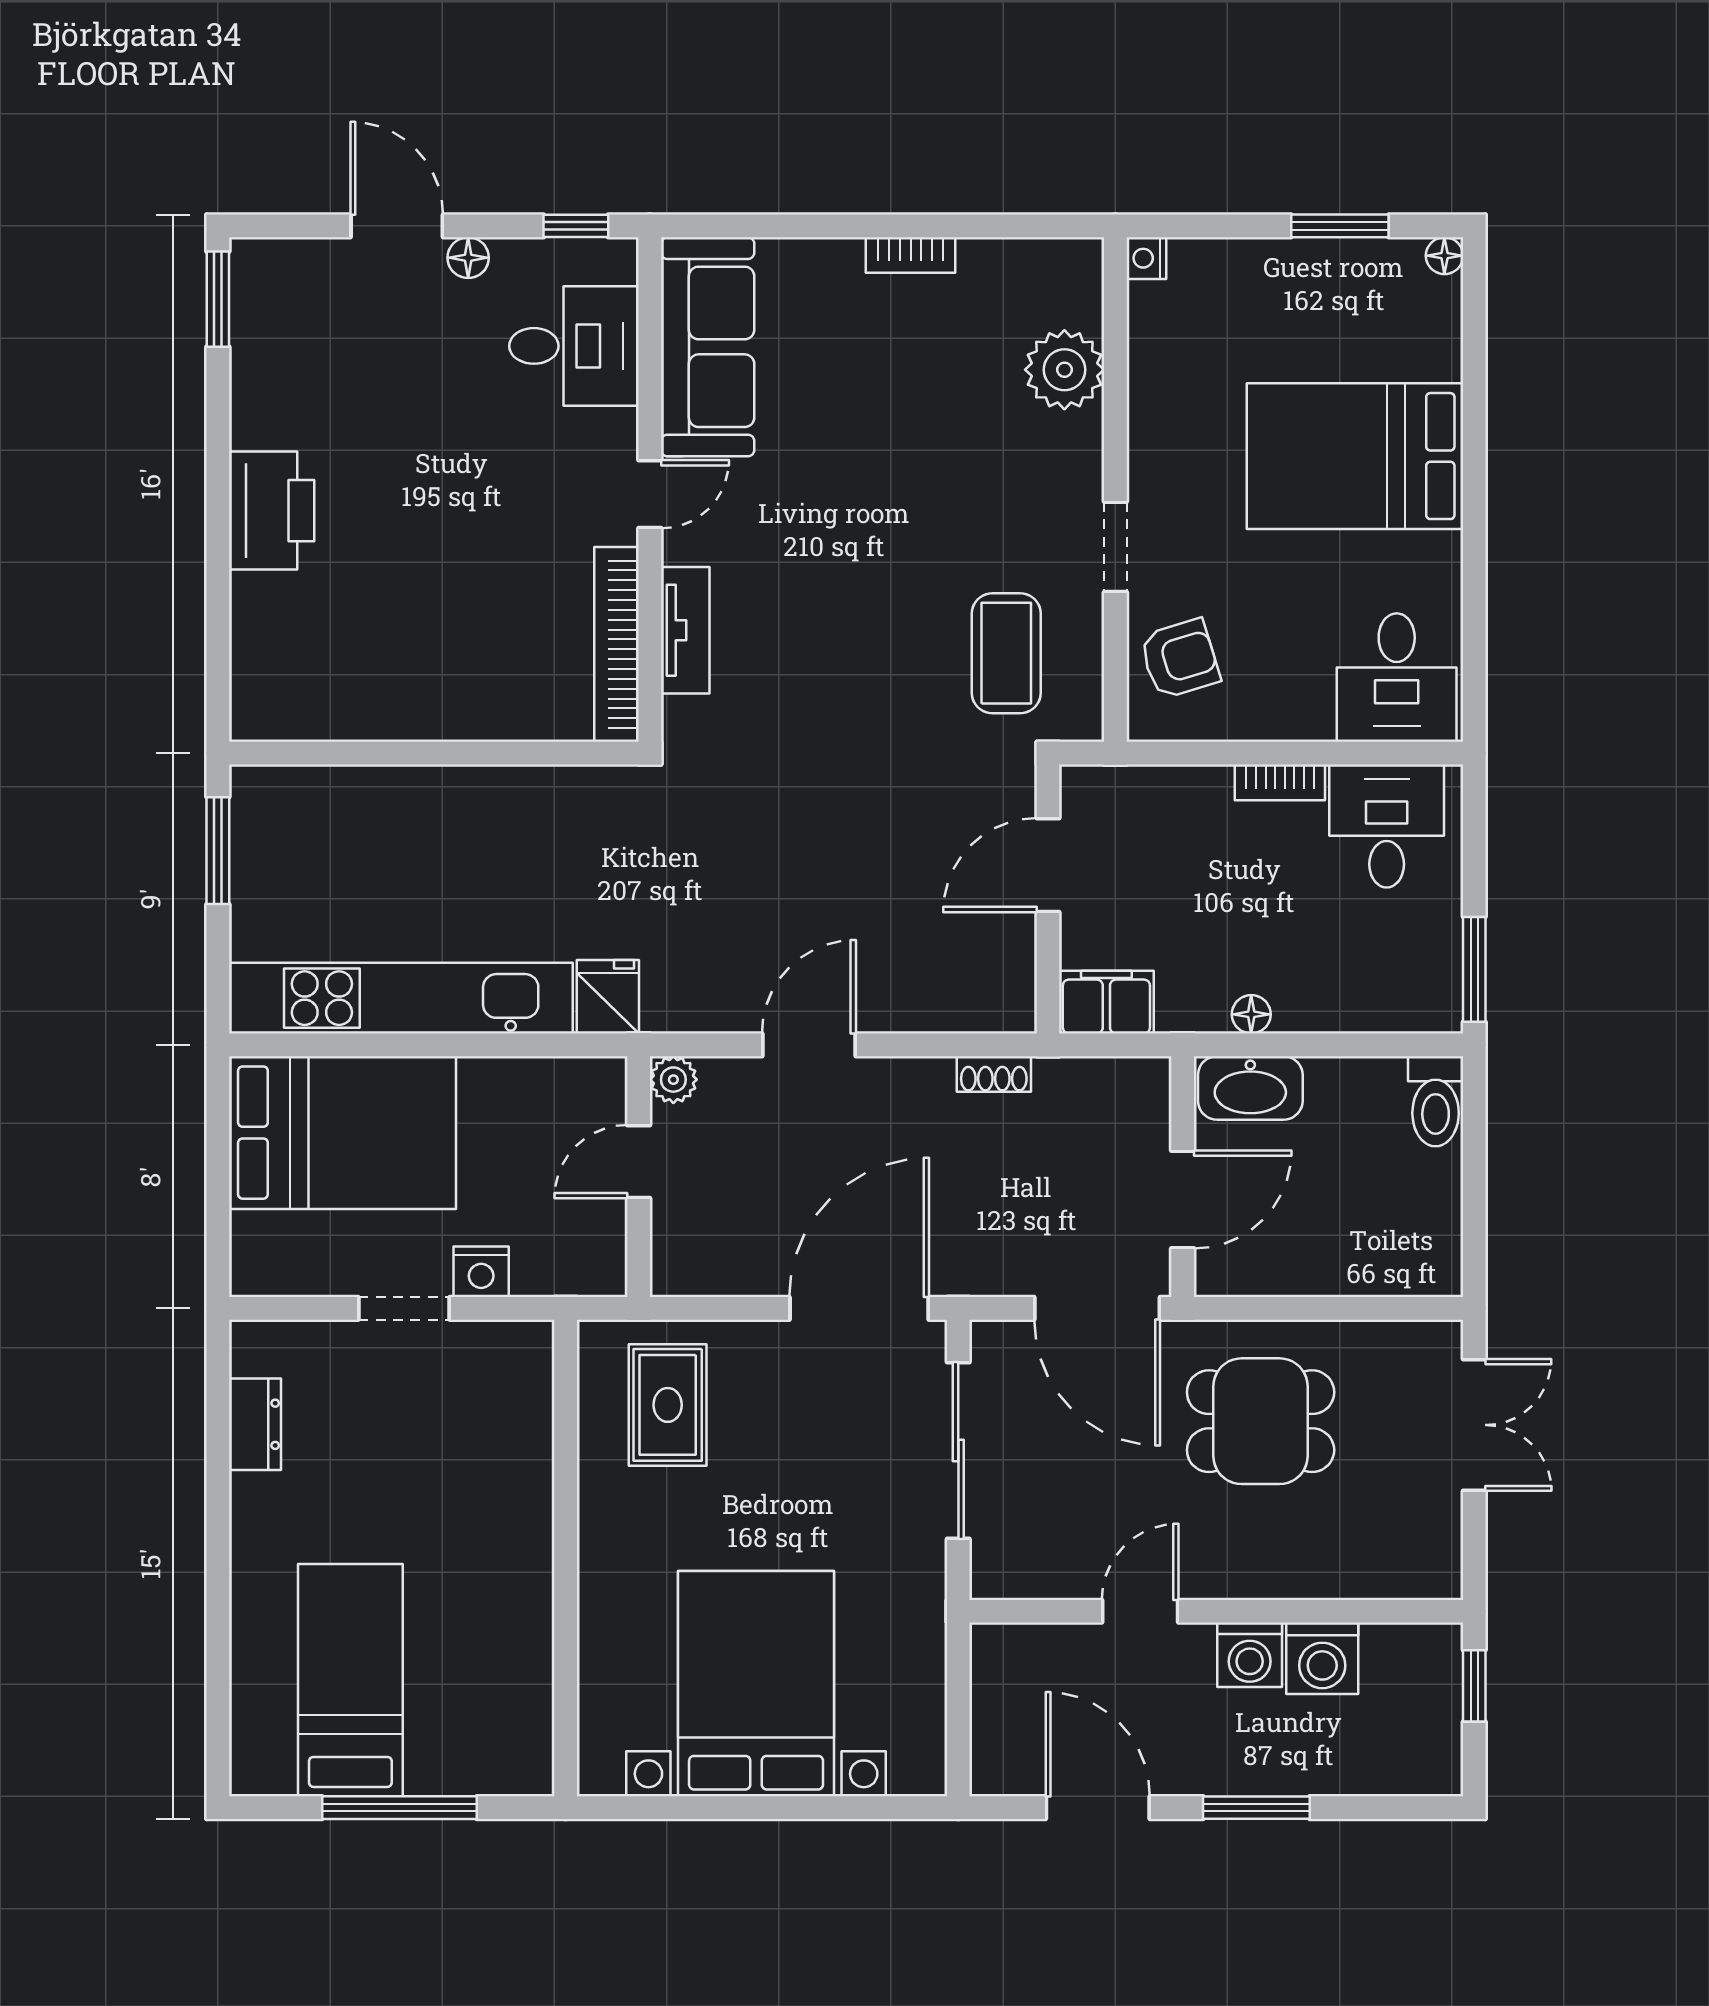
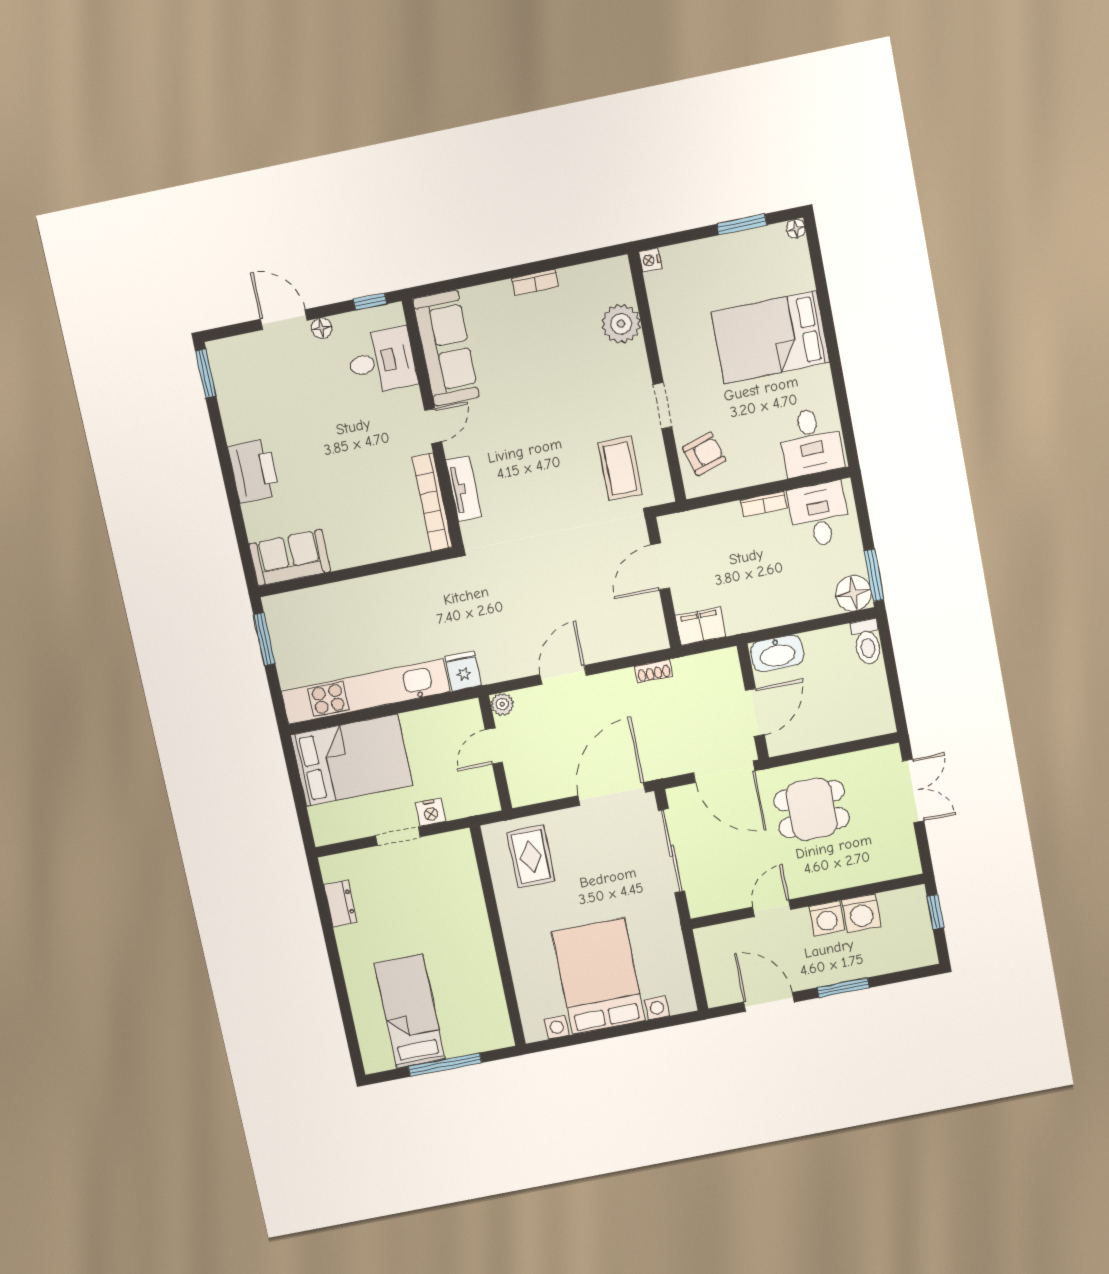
sofa: (306, 697) -> (290, 558), added
floor lamp: (1251, 1014) -> (853, 593), moved, width x1.89, depth x1.89

